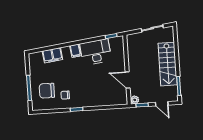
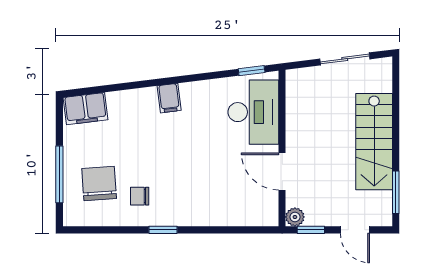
desk: (96, 52) -> (253, 112), moved, turned 97
filing cabinet: (52, 55) -> (86, 109), moved
chair: (47, 91) -> (99, 183), turned 86

